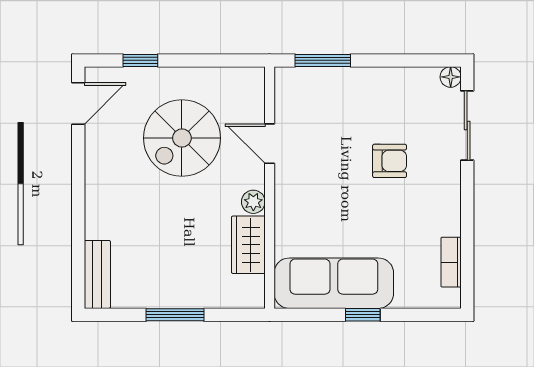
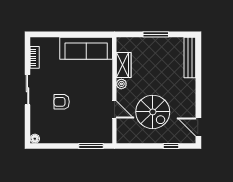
door: (78, 104) -> (198, 127), hinge flipped
sliding door: (467, 125) -> (28, 90), moved
spiral stairs: (182, 138) -> (153, 112), turned 90
bench: (97, 274) -> (190, 57), width x1.36
window: (363, 315) -> (73, 34), removed

